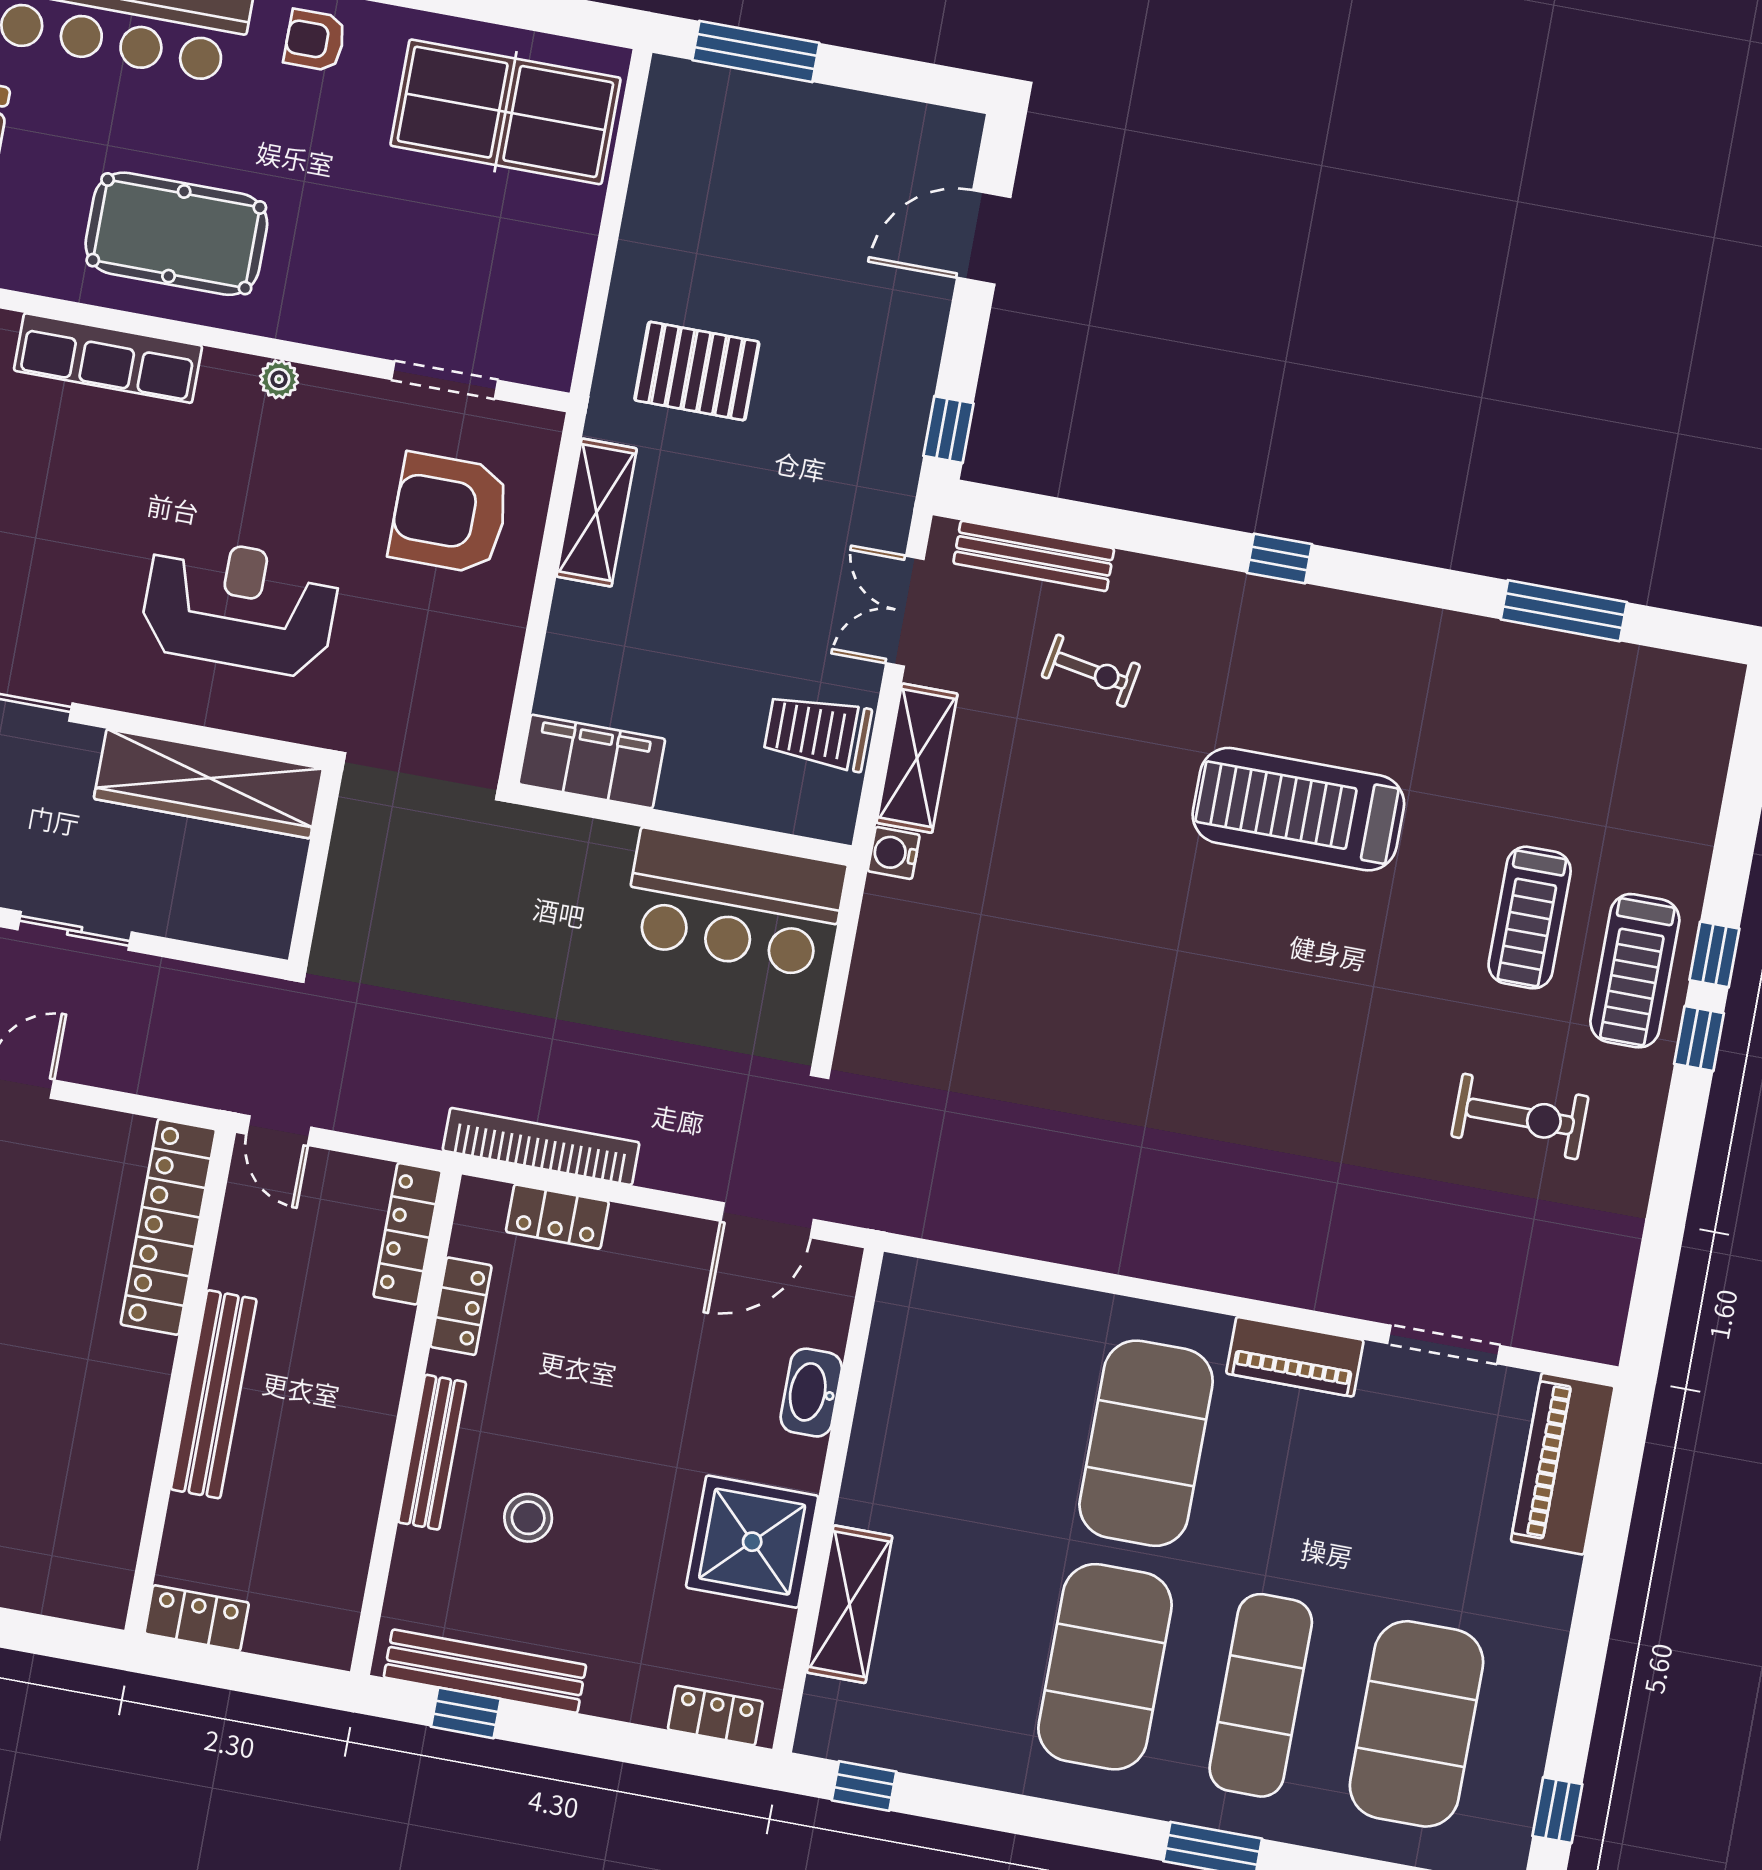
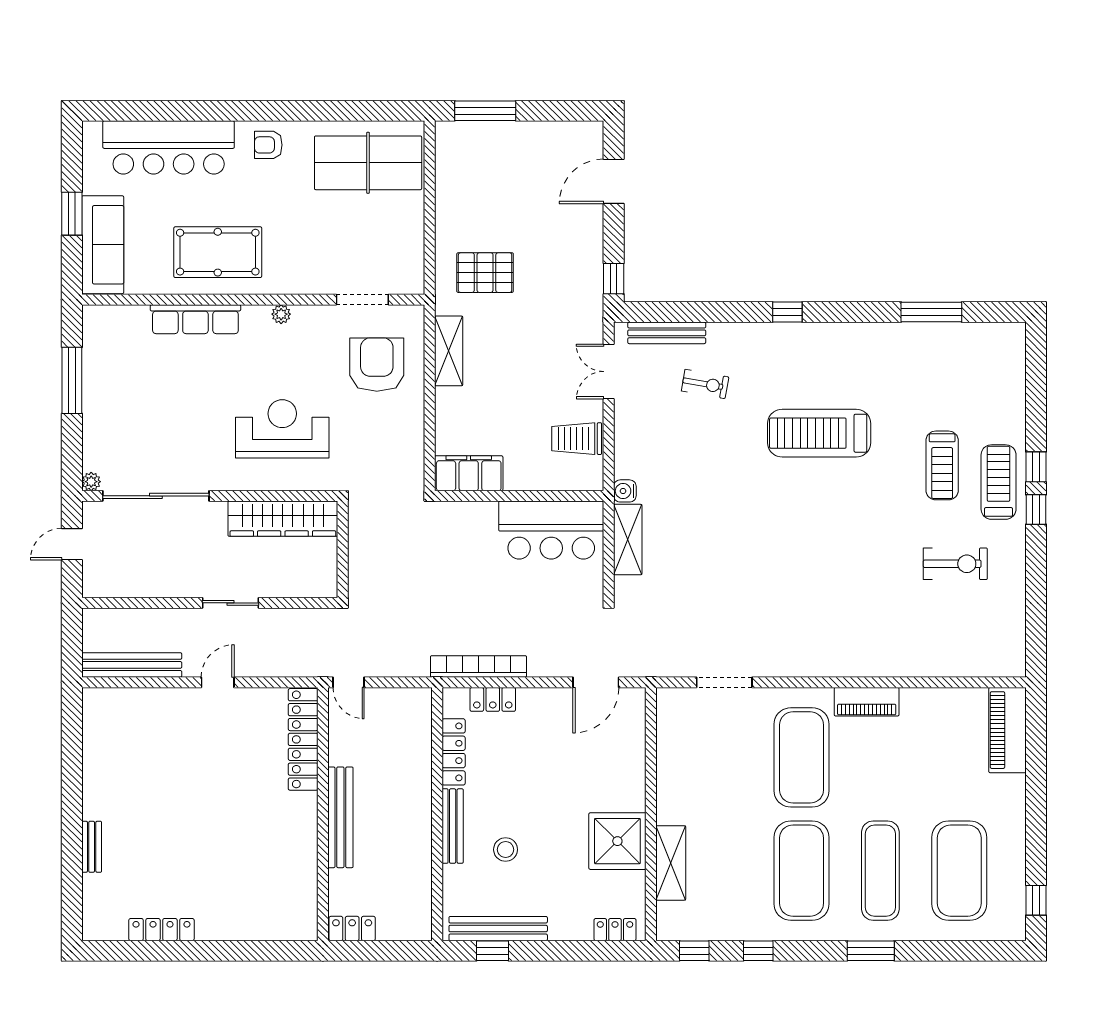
armchair: (450, 513) -> (377, 365), turned 90
shelving: (917, 758) -> (628, 540), moved
treadmill: (1635, 971) -> (999, 482), turned 180
locker: (408, 1234) -> (421, 721), removed
locker: (461, 1306) -> (454, 752), width x1.53
doorway: (1444, 1344) -> (724, 682), moved
washbasin: (811, 1393) -> (633, 763), removed
window: (991, 1809) -> (758, 951), added

